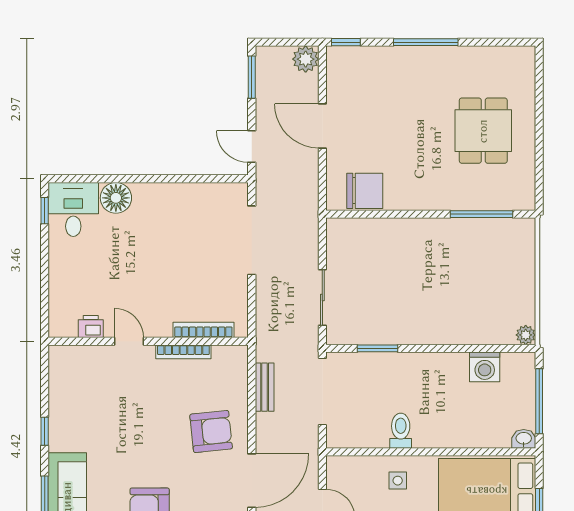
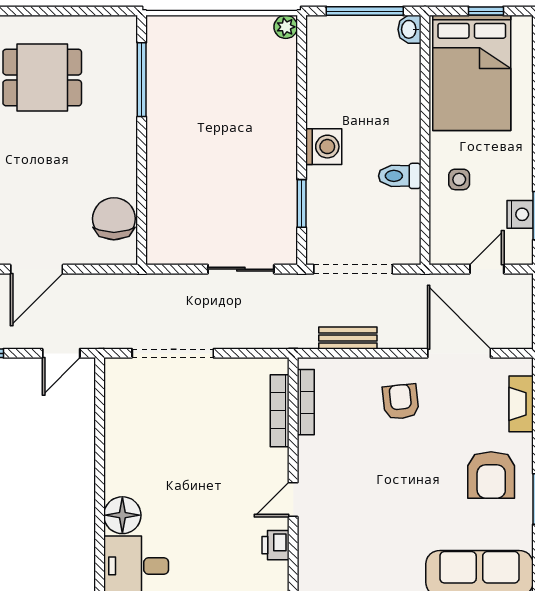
bookcase: (183, 352) -> (306, 402), moved
washing machine: (485, 367) -> (324, 147), moved
armchair: (211, 432) -> (401, 402), width x0.72, depth x0.72

